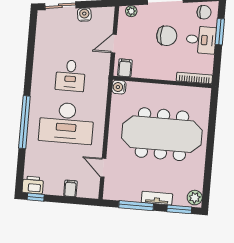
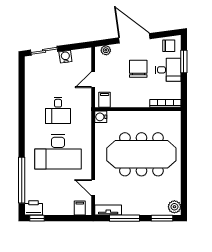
chair: (167, 36) -> (138, 69), turned -90
window: (24, 122) -> (22, 180), moved
filing cabinet: (70, 188) -> (80, 208), moved
tv unit: (157, 198) -> (108, 210), moved

